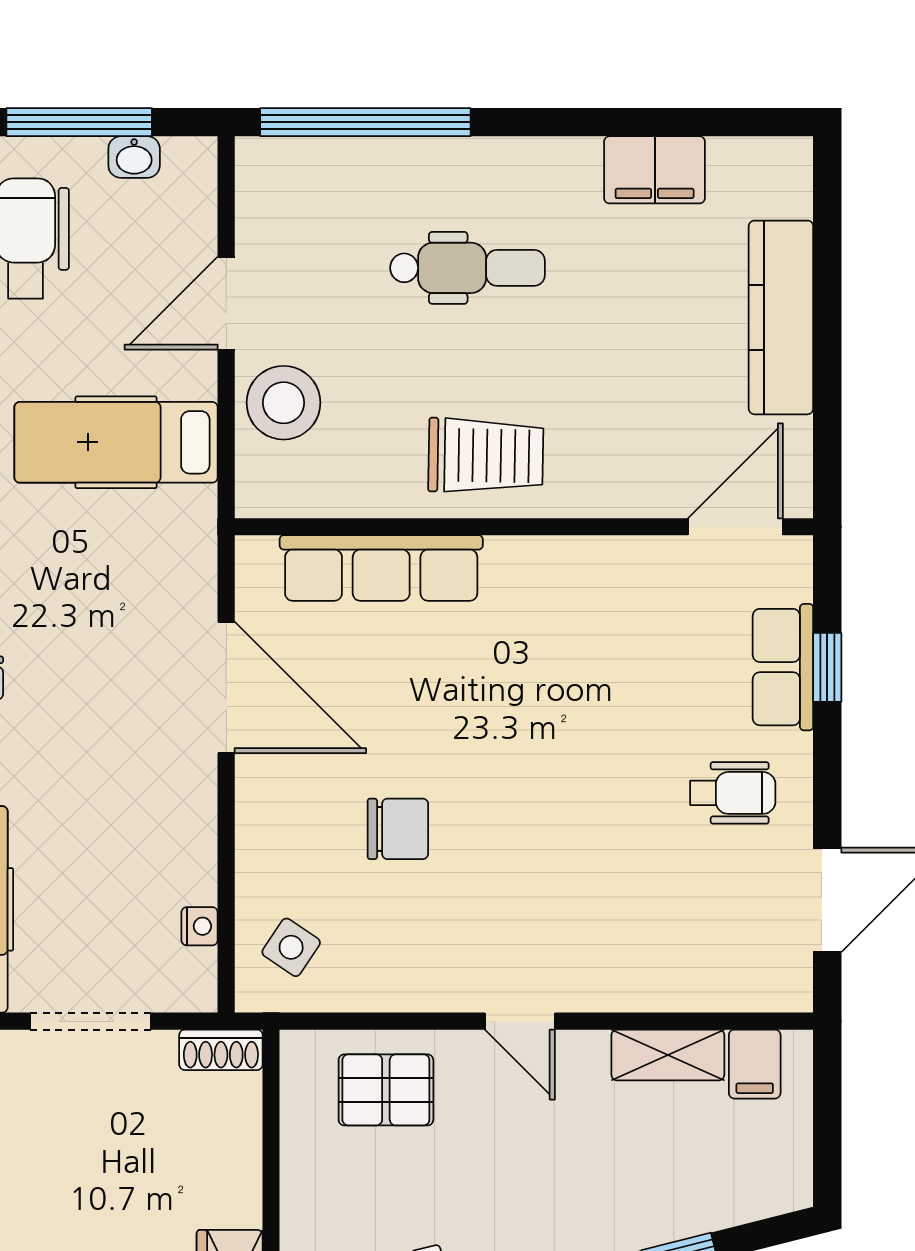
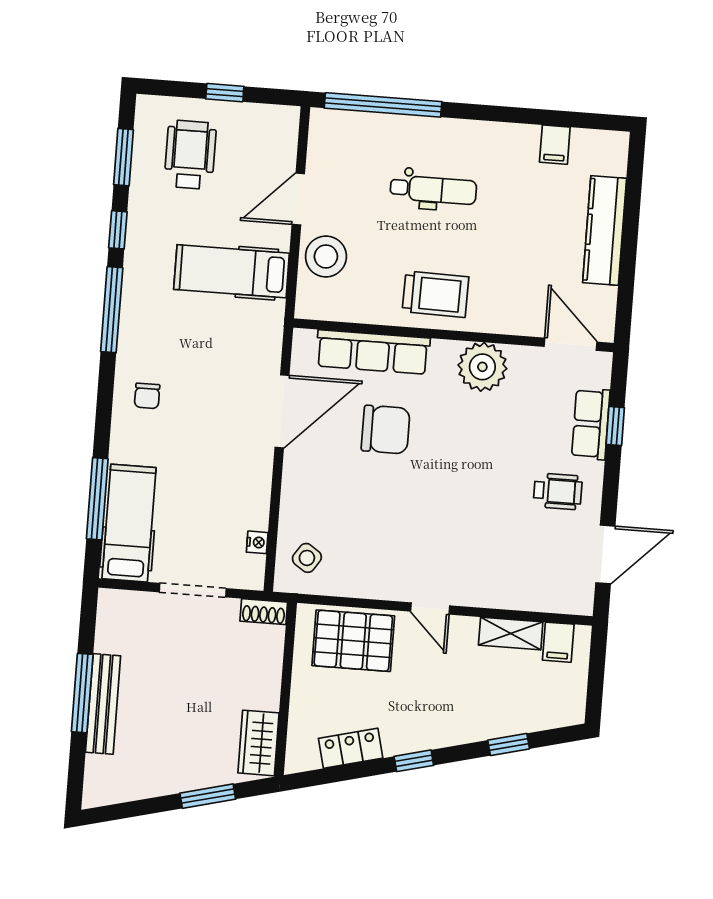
window: (79, 122) -> (225, 93), width x0.46
washbasin: (134, 157) -> (254, 114), removed
filing cabinet: (655, 170) -> (555, 145), width x0.50
door: (735, 527) -> (570, 344), hinge flipped
plant: (580, 579) -> (482, 367), added
door: (226, 687) -> (282, 411), hinge flipped
chair: (398, 829) -> (386, 430), moved, width x1.37, depth x1.37
pallet: (386, 1090) -> (353, 641), width x1.50, depth x1.42

